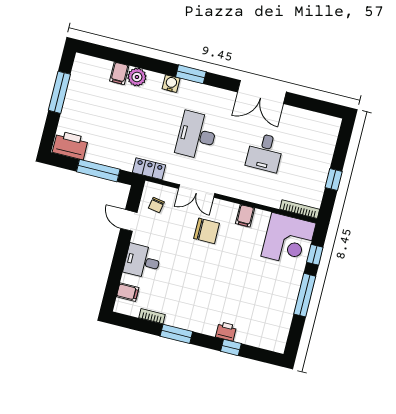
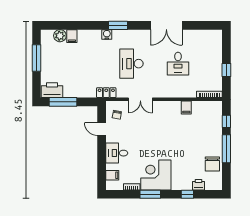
plant: (137, 77) -> (60, 36), moved
window: (98, 171) -> (63, 102), moved
filing cabinet: (245, 216) -> (186, 107), moved
chair: (207, 231) -> (212, 164), moved, turned 90
corner desk: (289, 240) -> (156, 175), moved, turned 180
printer: (226, 331) -> (198, 185), moved

